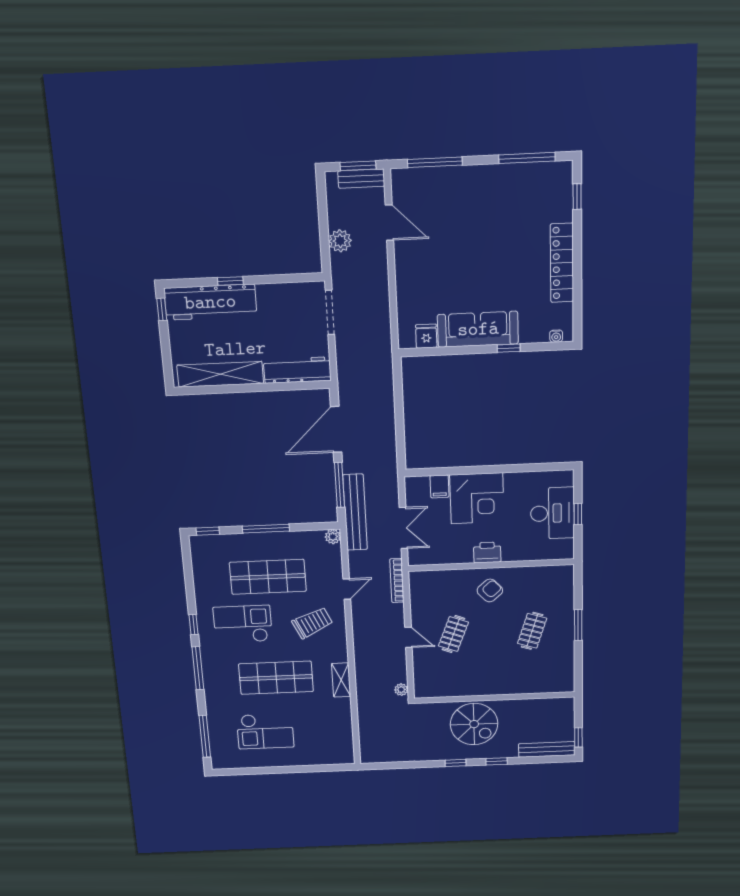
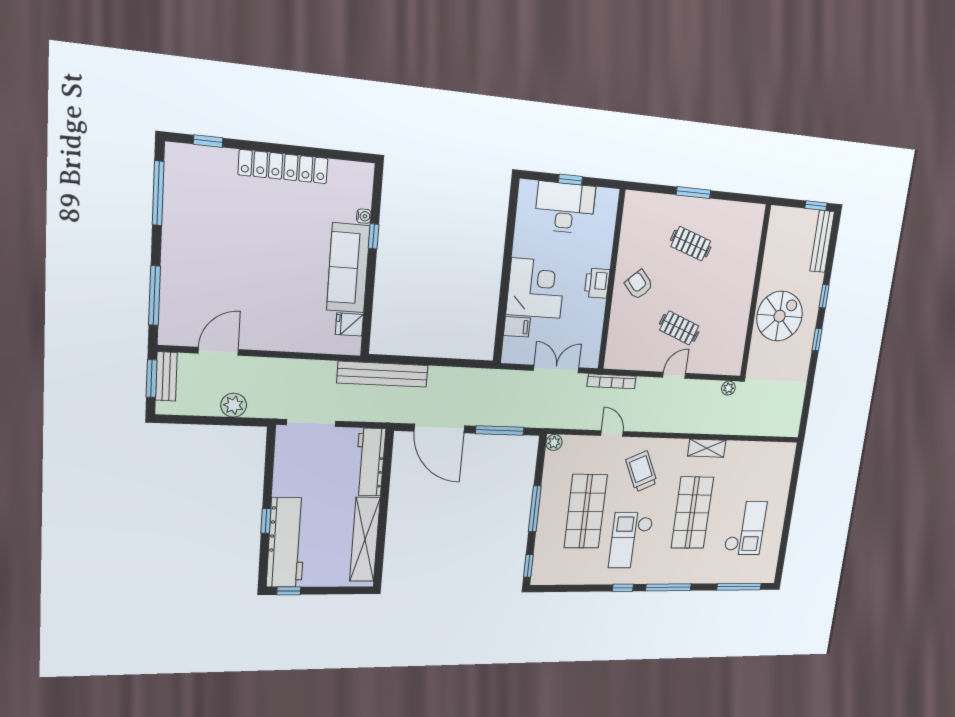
water cooler: (556, 336) -> (364, 216), moved
bench: (355, 512) -> (383, 374), moved

